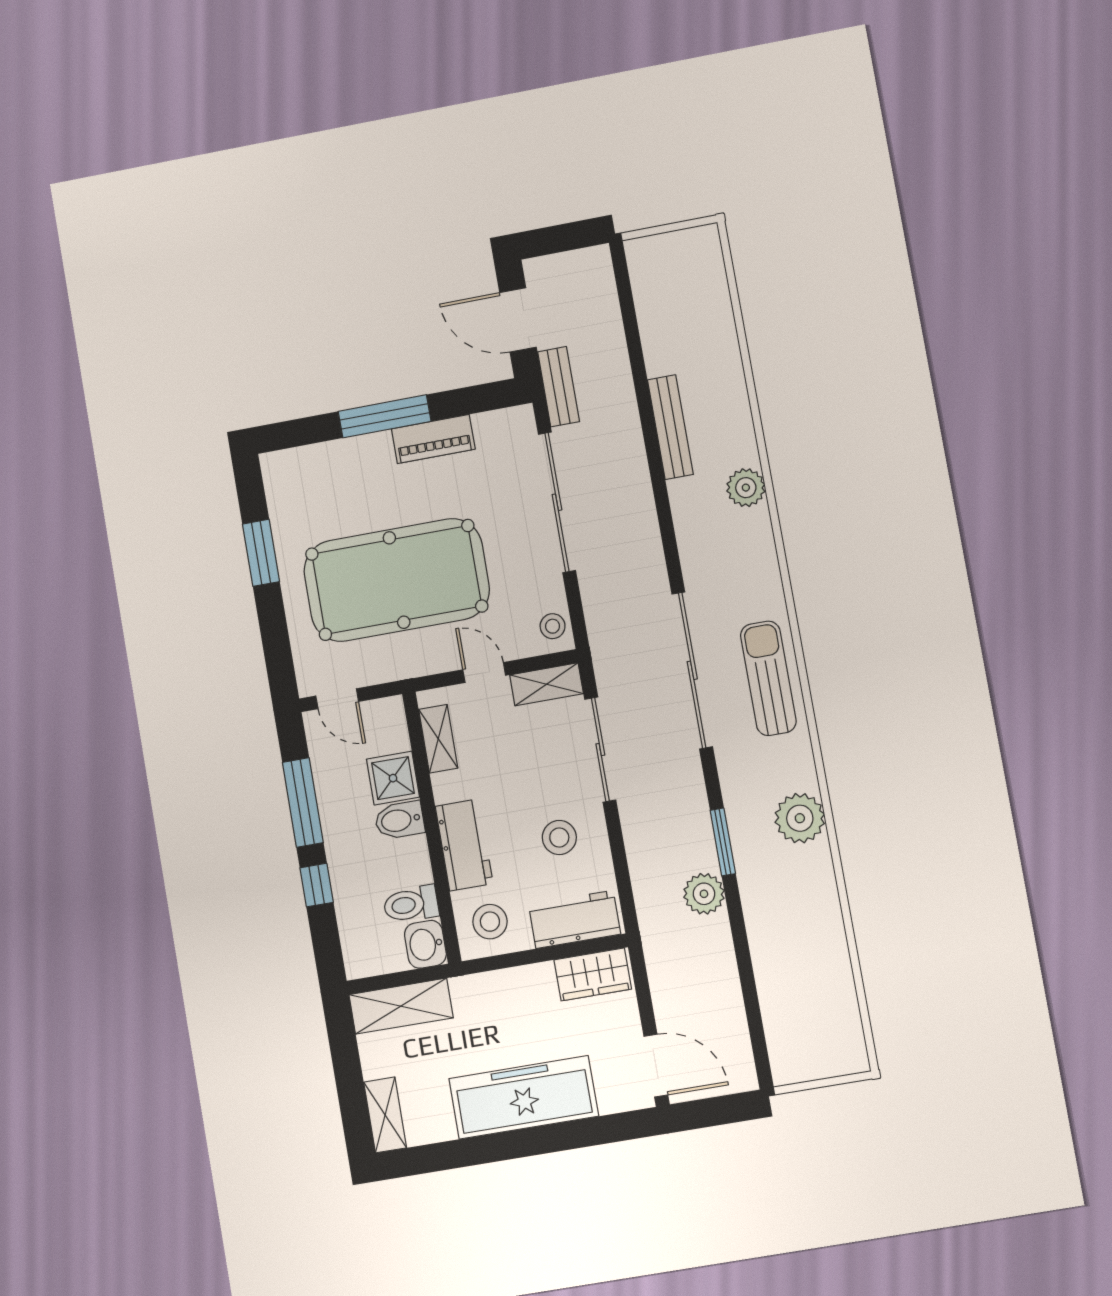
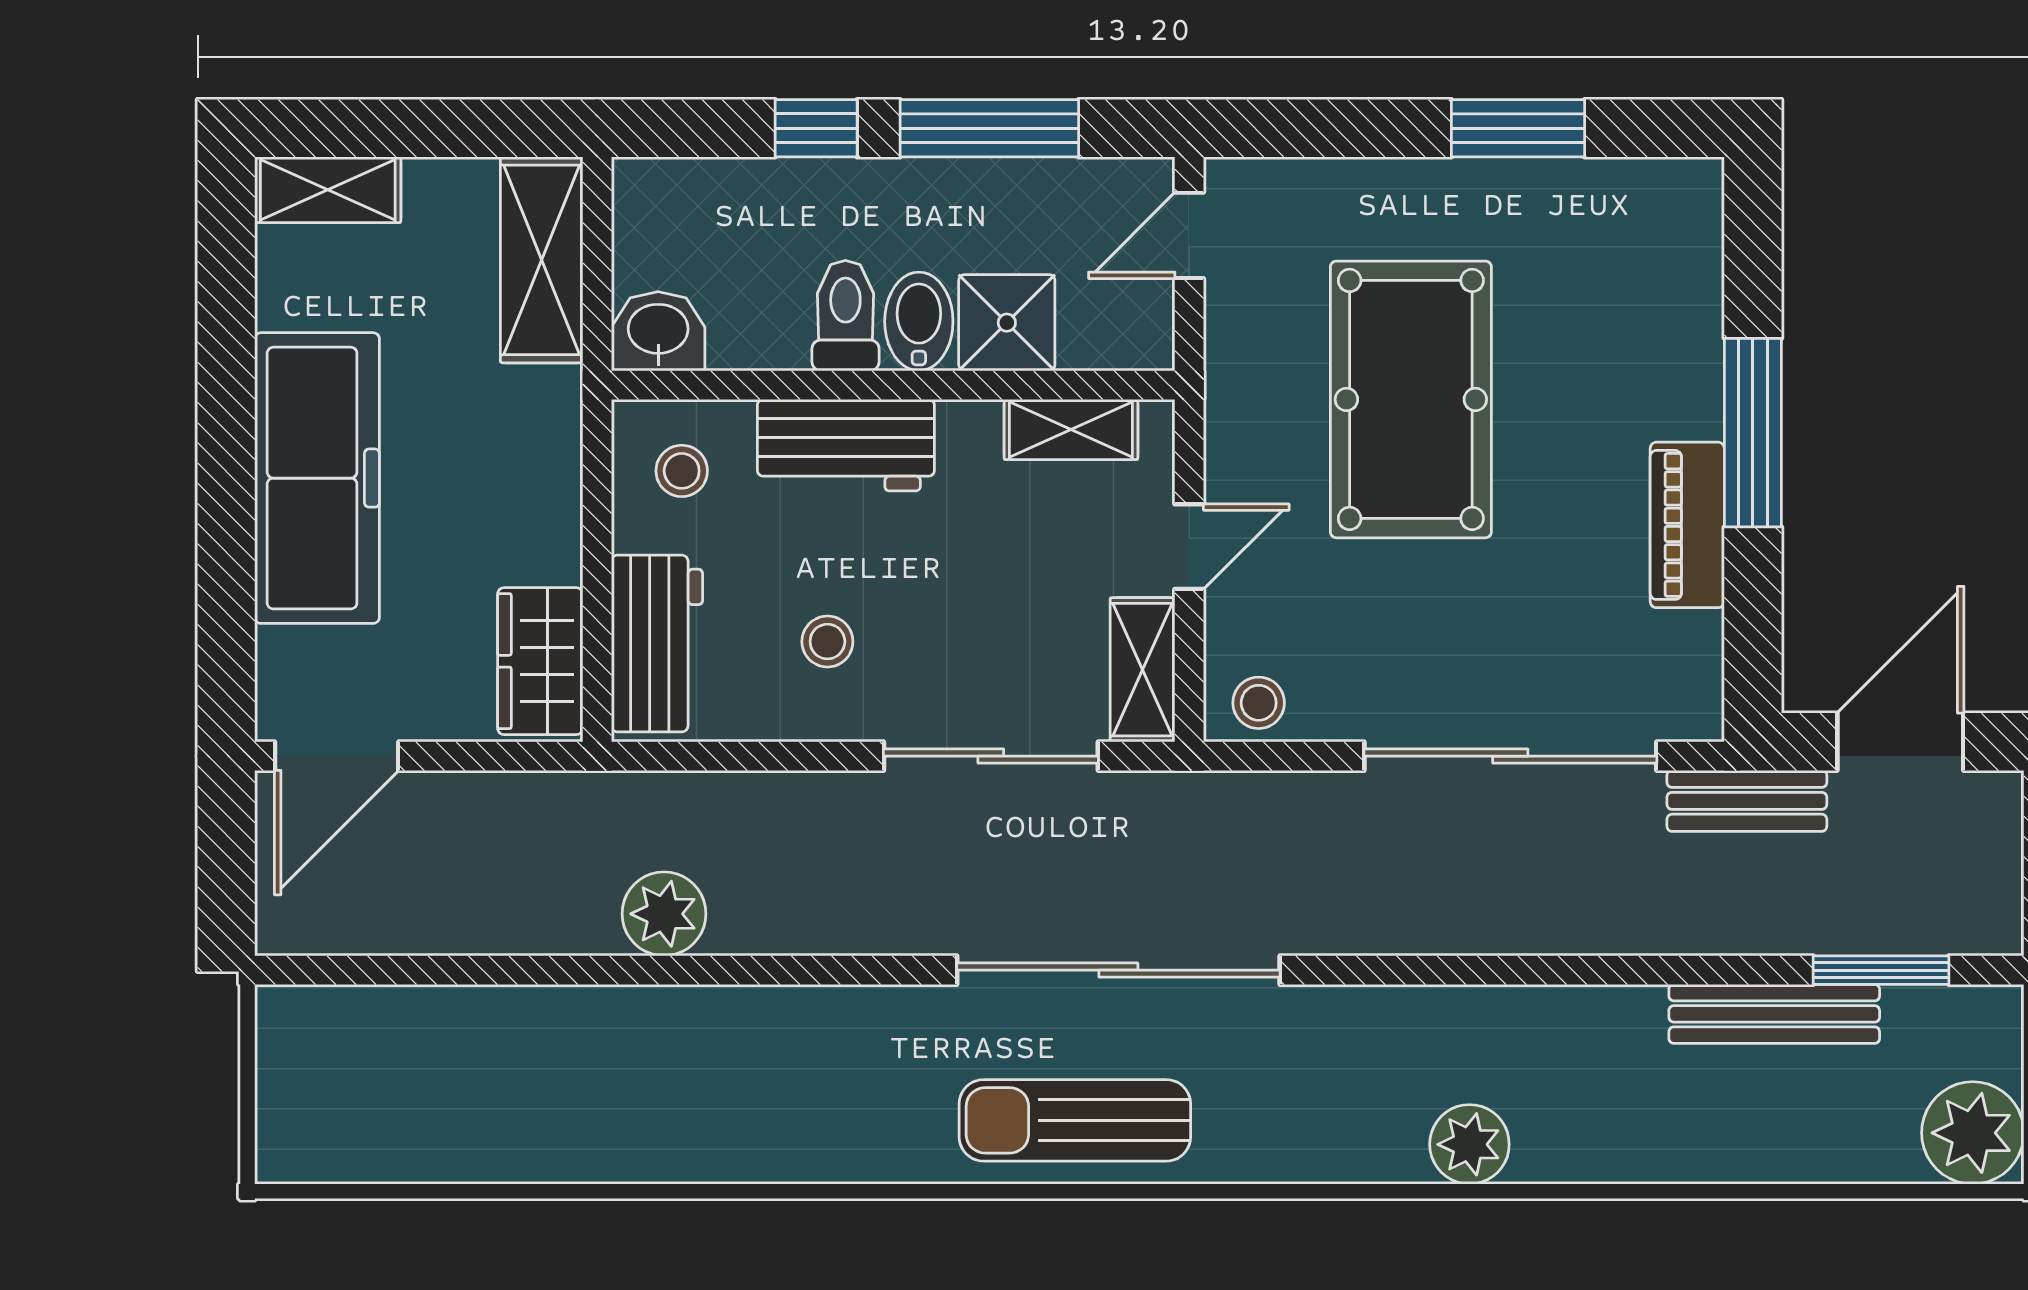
bench: (670, 427) -> (1774, 1014), moved
pool table: (397, 580) -> (1411, 399), width x0.73, depth x0.76
sun lounger: (768, 678) -> (1075, 1120), turned 180
plant: (800, 818) -> (1973, 1133), moved
stool: (559, 837) -> (827, 642), width x0.73, depth x0.73
window: (723, 842) -> (1881, 970), moved
toilet: (411, 904) -> (845, 316), moved
stool: (490, 922) -> (682, 471), width x0.73, depth x0.73

